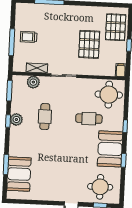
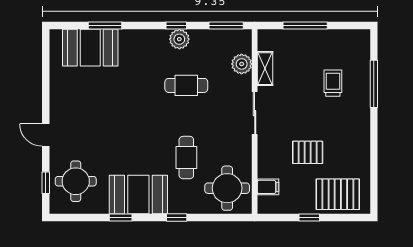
trolley: (29, 37) -> (333, 83), moved
pallet: (89, 44) -> (308, 152), width x0.67, depth x0.71
filing cabinet: (121, 70) -> (268, 187), moved

